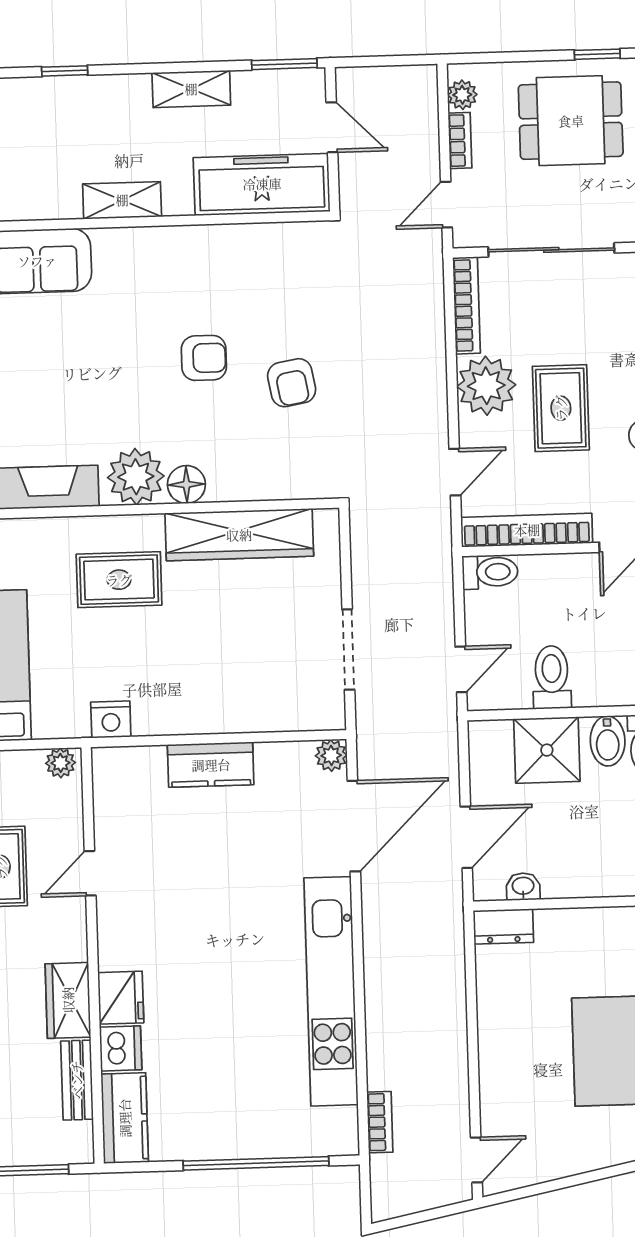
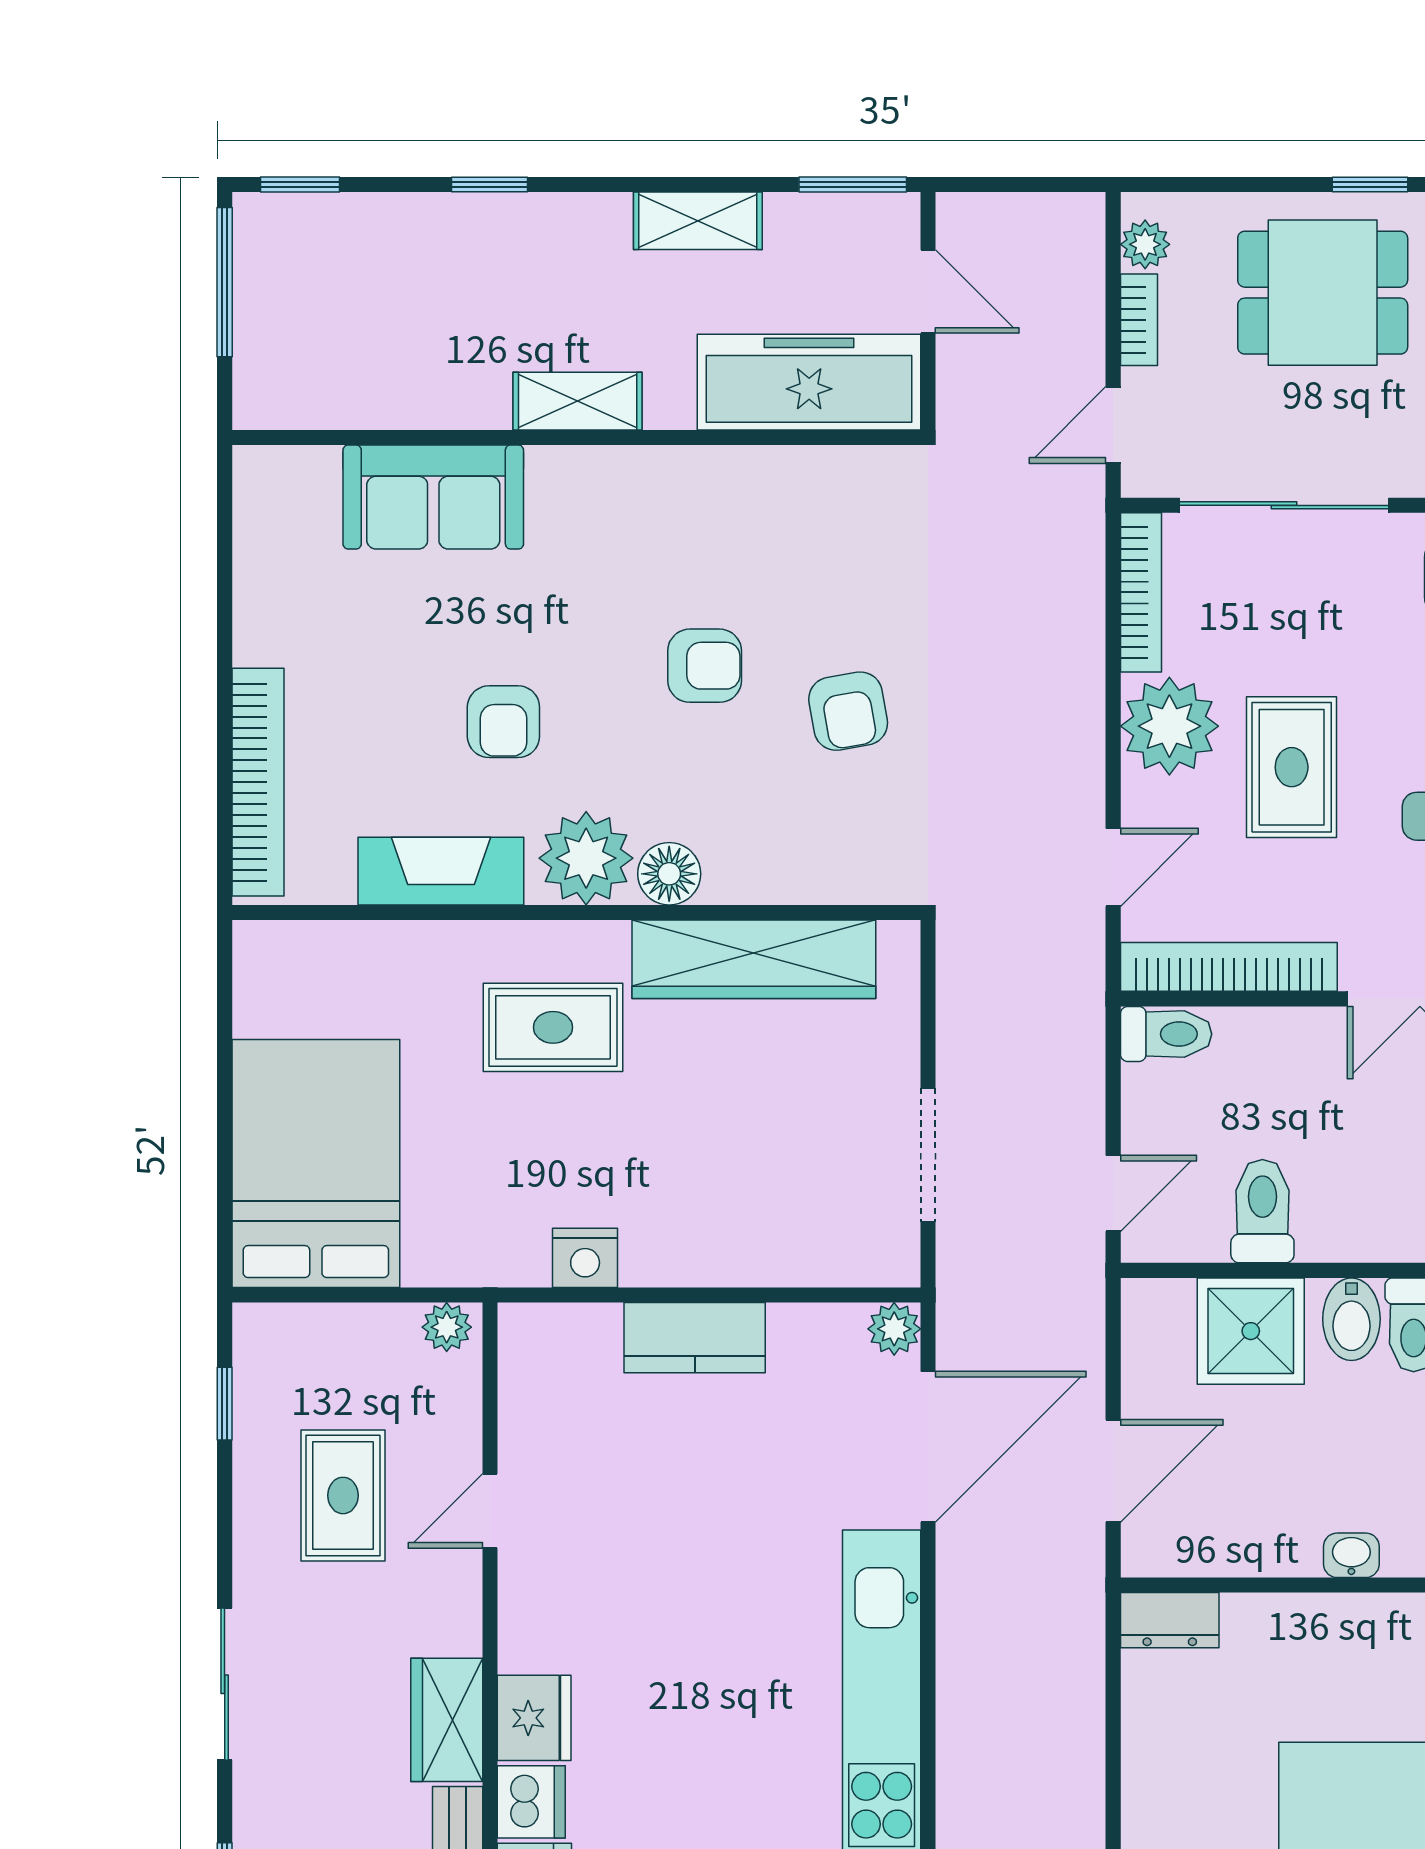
armchair: (83, 396) -> (503, 722), added
nightstand: (111, 719) -> (585, 1258), moved
washbasin: (523, 887) -> (1351, 1555), moved

